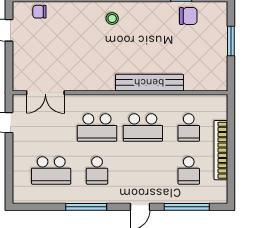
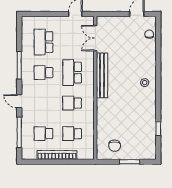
chair: (188, 16) -> (115, 146), moved
bench: (149, 83) -> (102, 75), moved
school desk: (143, 127) -> (72, 103), width x0.54

